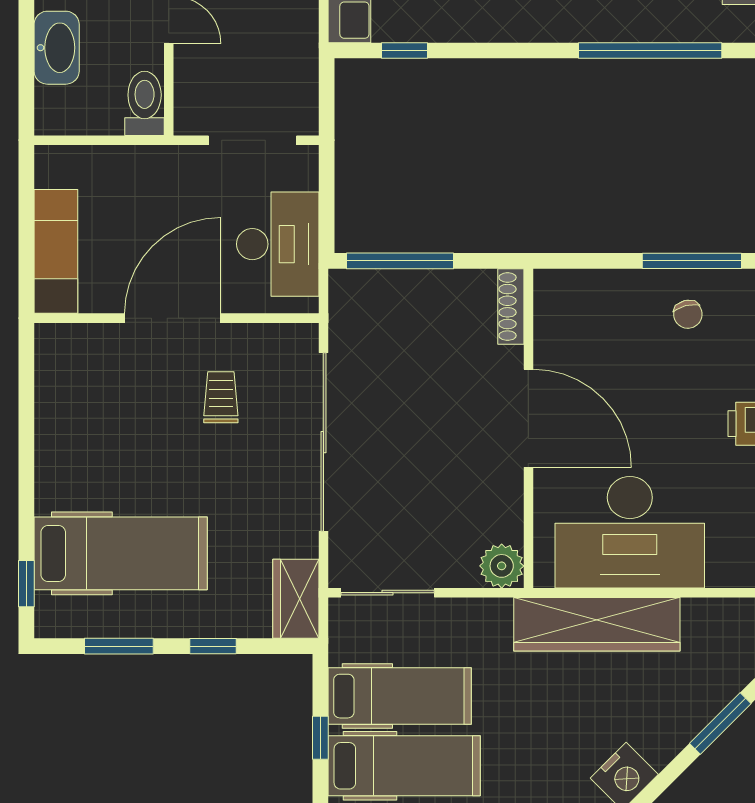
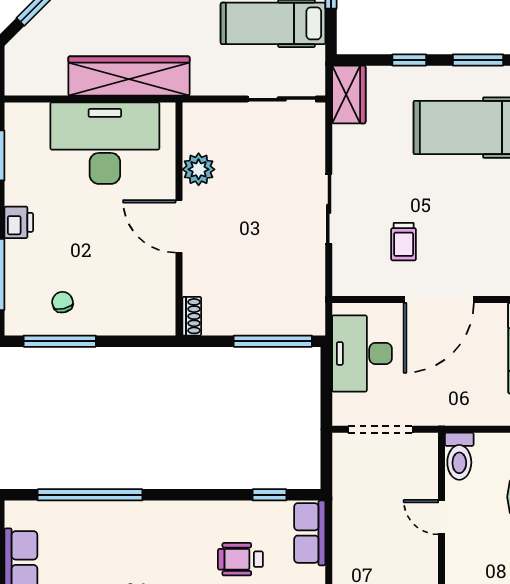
shoe rack: (511, 307) -> (192, 316), width x0.70
door: (528, 418) -> (179, 226), width x0.73
sliding door: (323, 442) -> (329, 209), width x0.54
plant: (502, 566) -> (199, 169), moved

